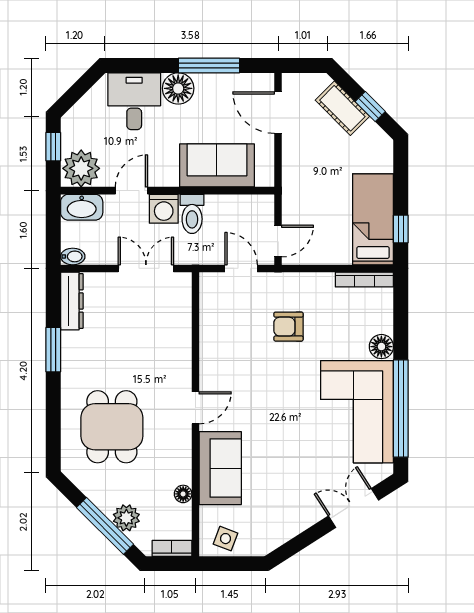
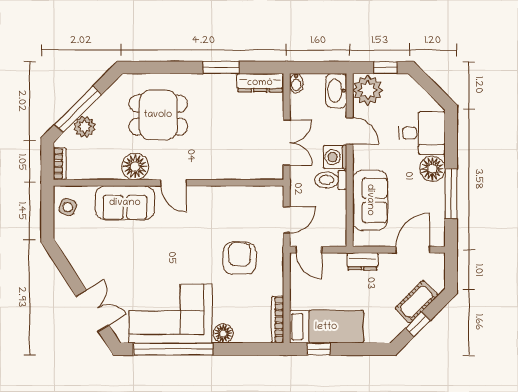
dresser: (292, 175) -> (362, 261), added
armchair: (288, 327) -> (240, 258), width x1.38, depth x1.38
floor lamp: (183, 494) -> (135, 166), moved, width x1.89, depth x1.89

